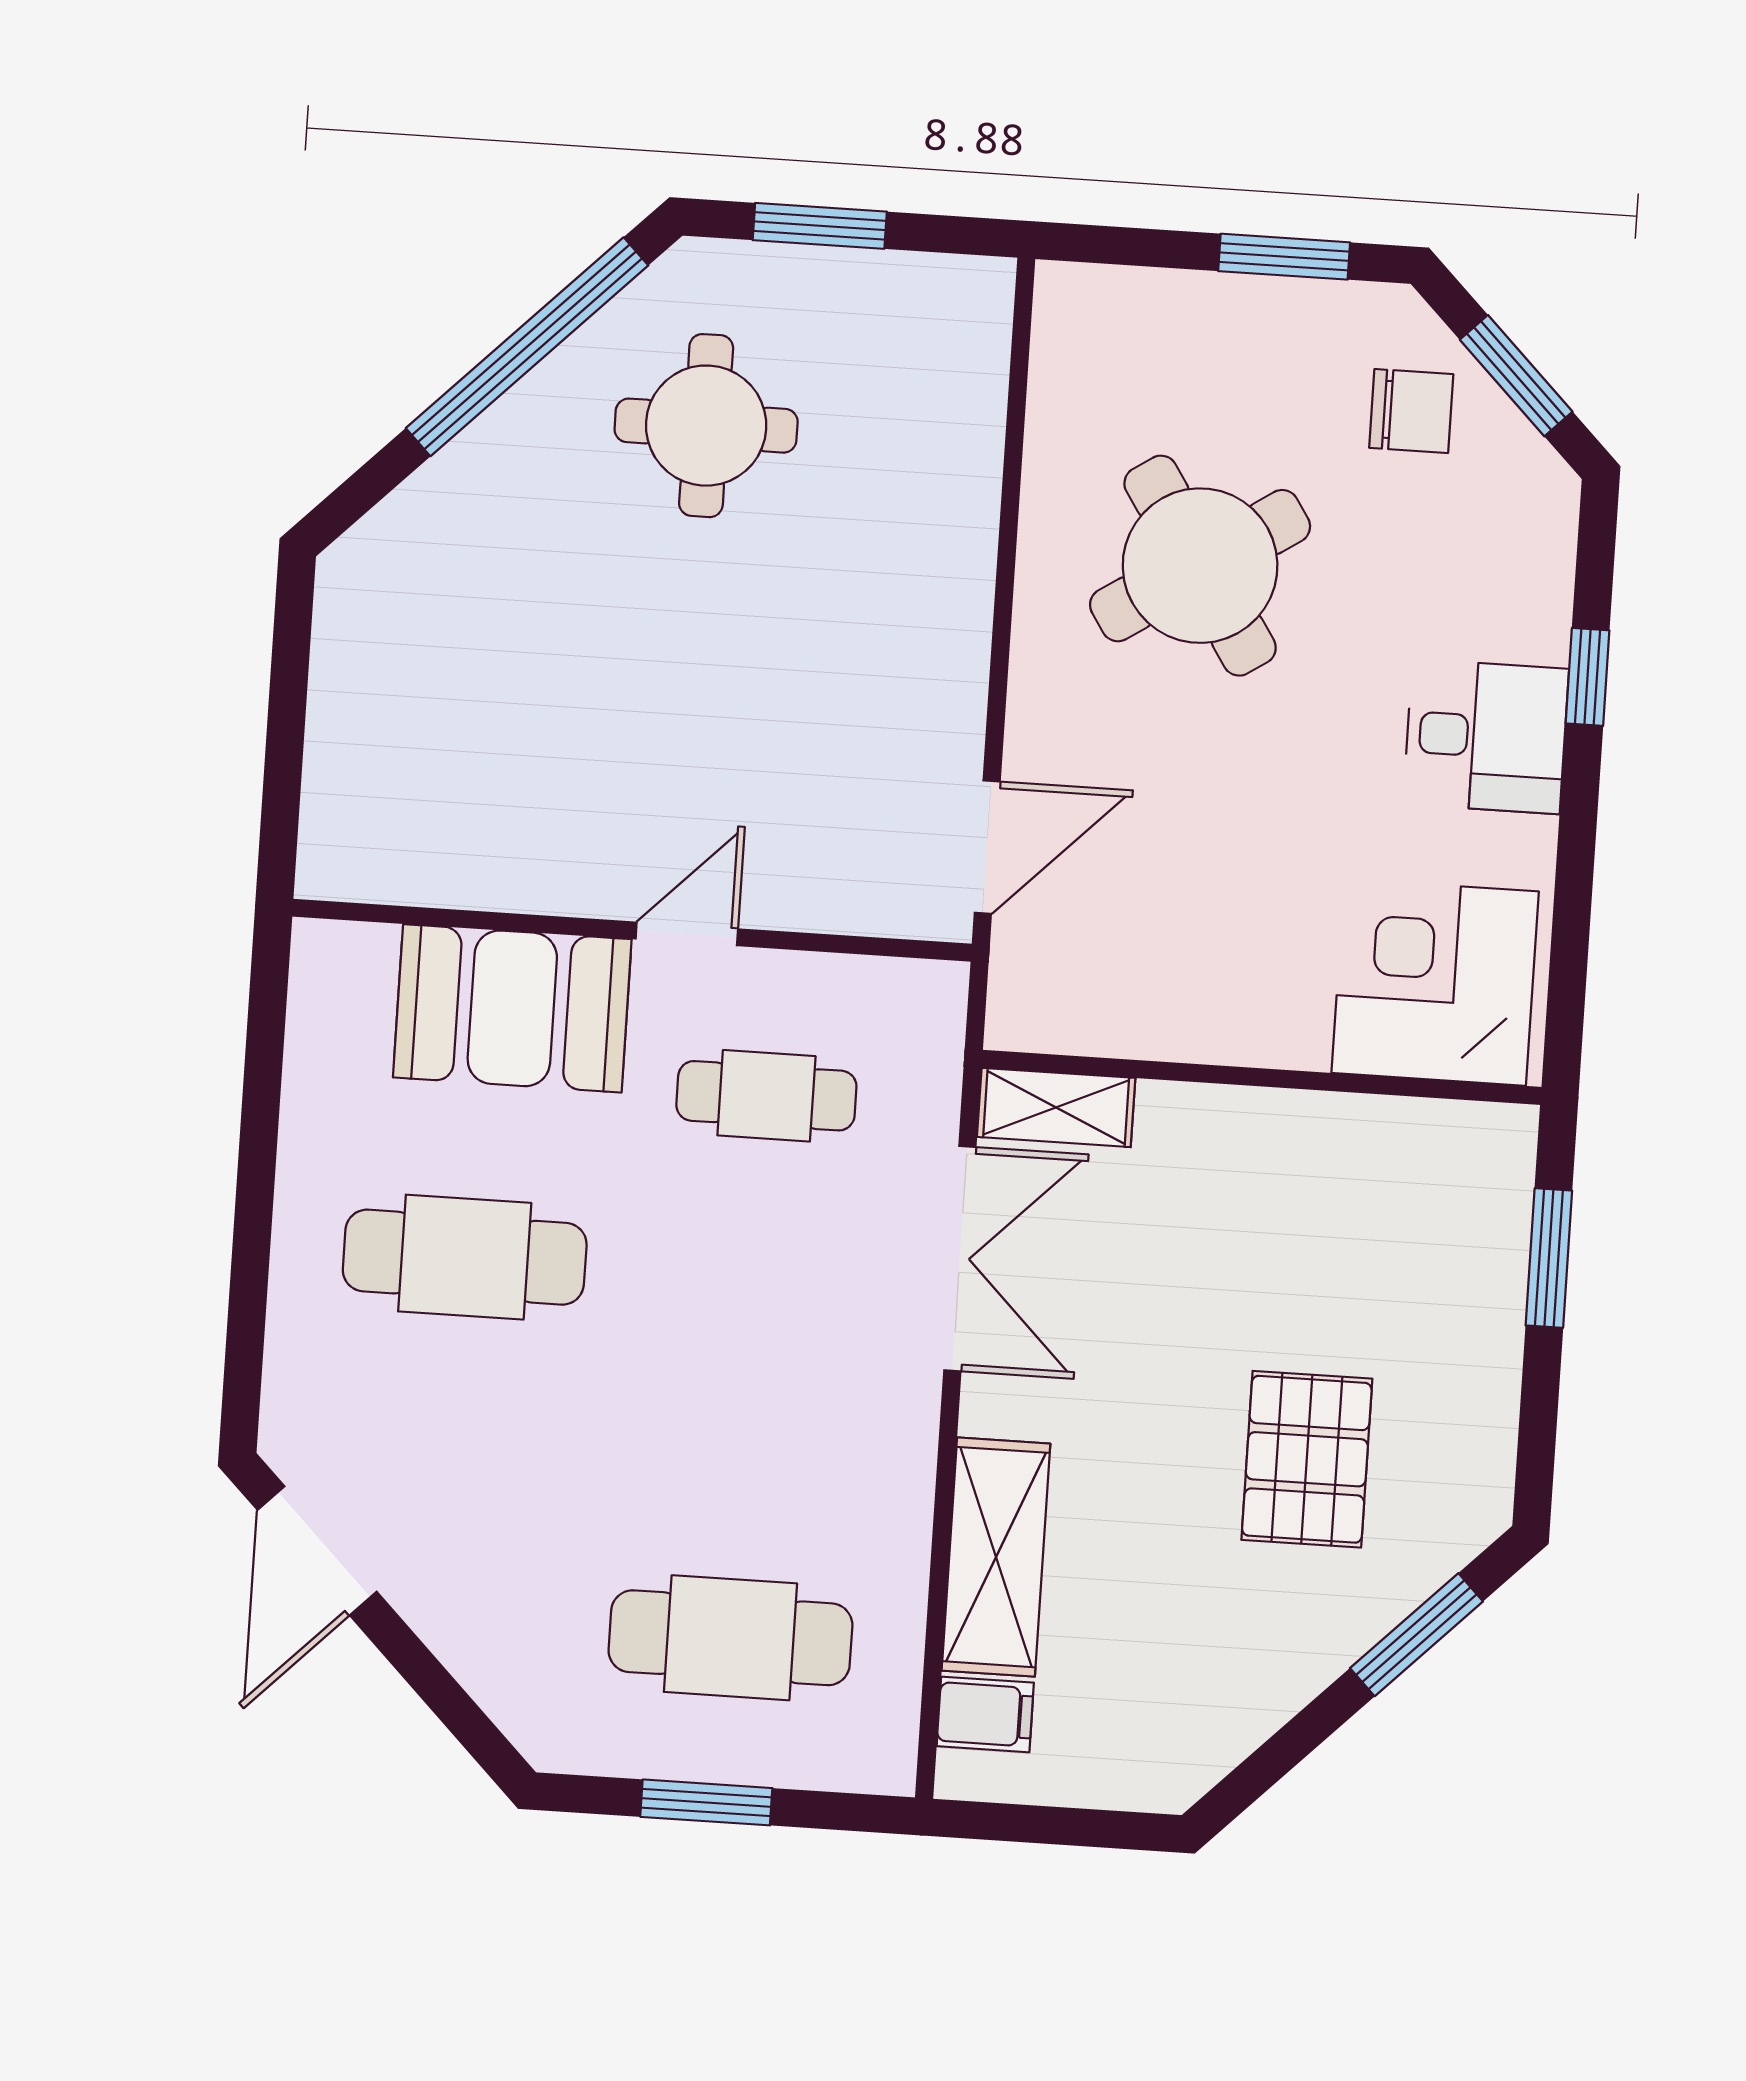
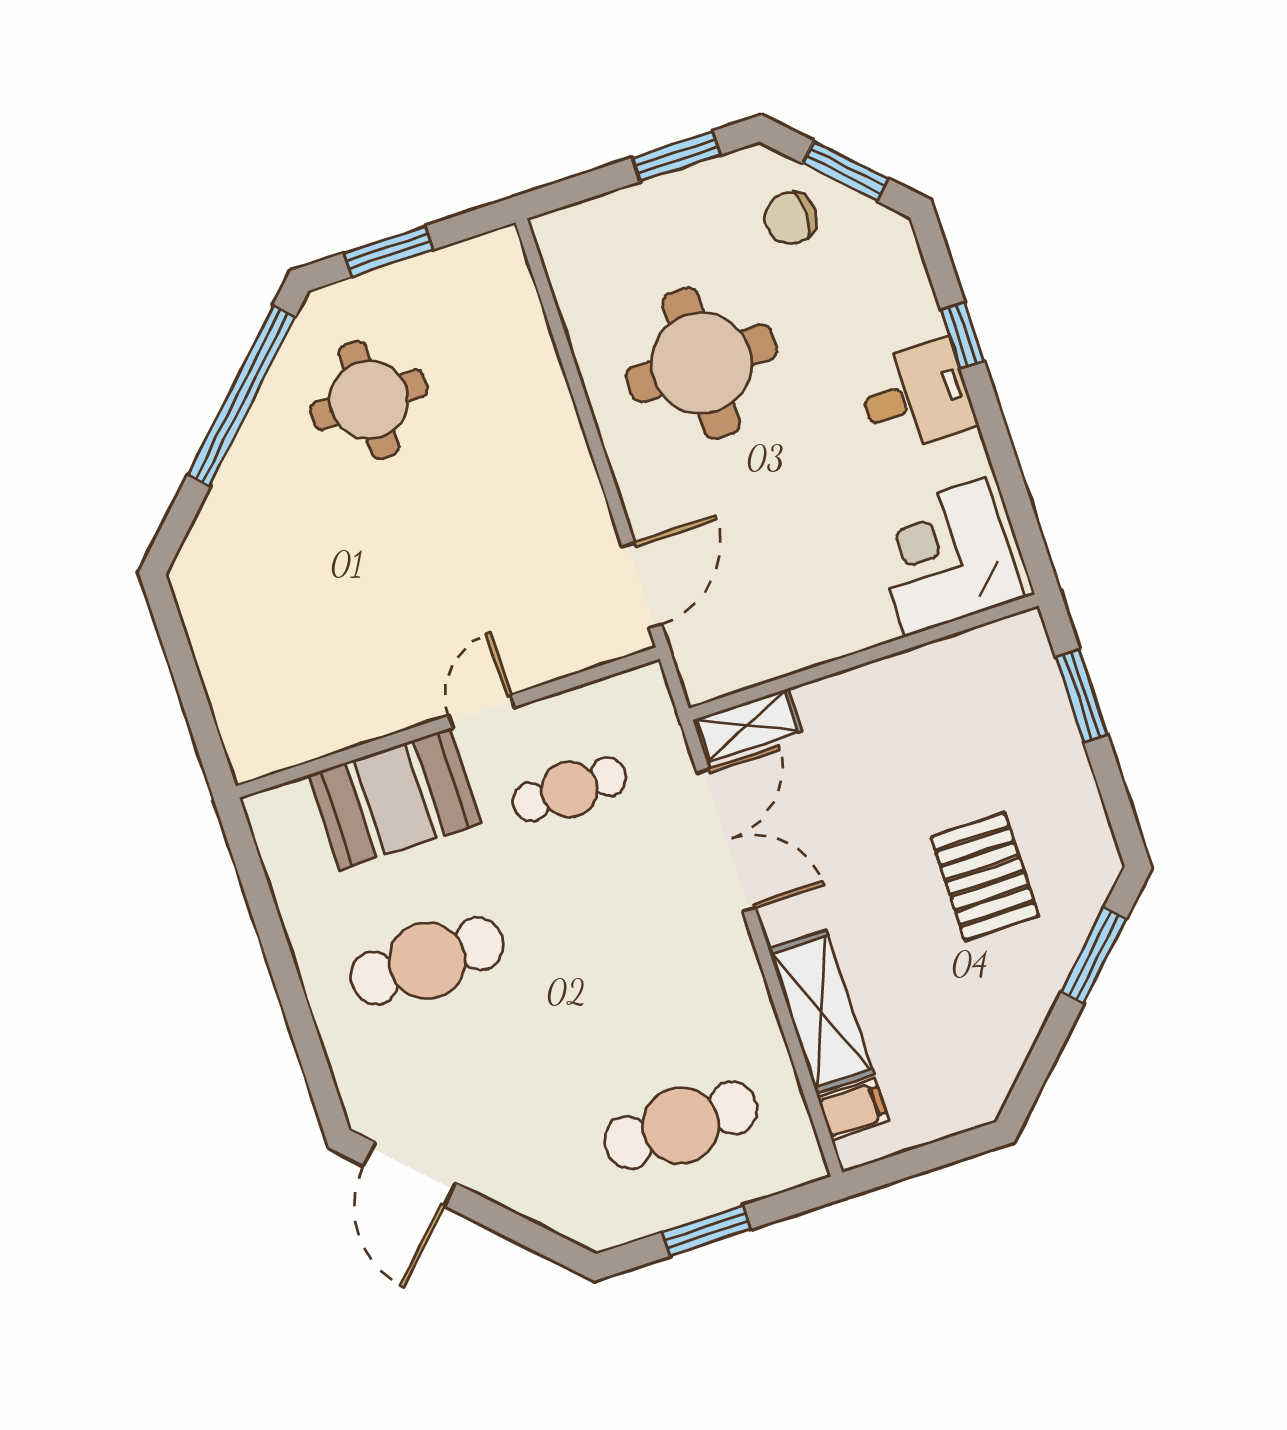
chair: (1411, 411) -> (791, 218), turned 180
round table: (1200, 566) -> (701, 363), turned 33

